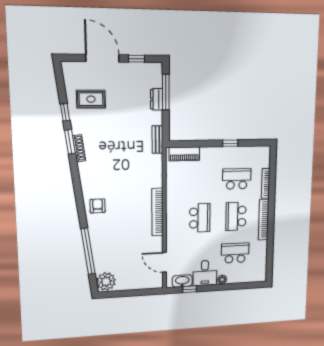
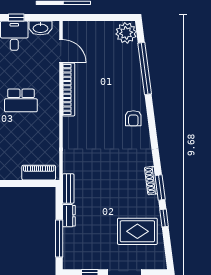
rug: (91, 99) -> (137, 231), width x1.36, depth x1.43
dresser: (157, 99) -> (69, 216), moved
bookcase: (157, 212) -> (69, 90), moved
school desk: (200, 218) -> (21, 100), turned -90
window: (190, 289) -> (16, 18), moved

